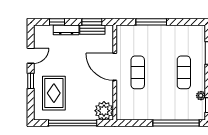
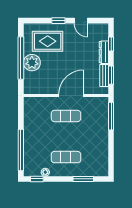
window: (151, 22) -> (111, 116), moved
plant: (104, 111) -> (32, 63), moved

